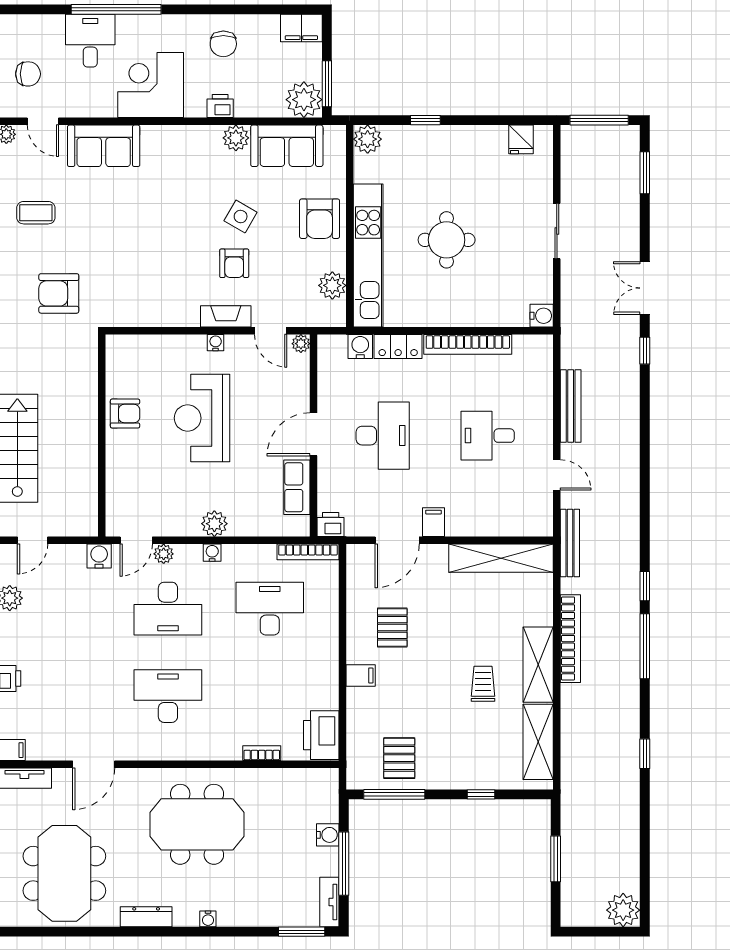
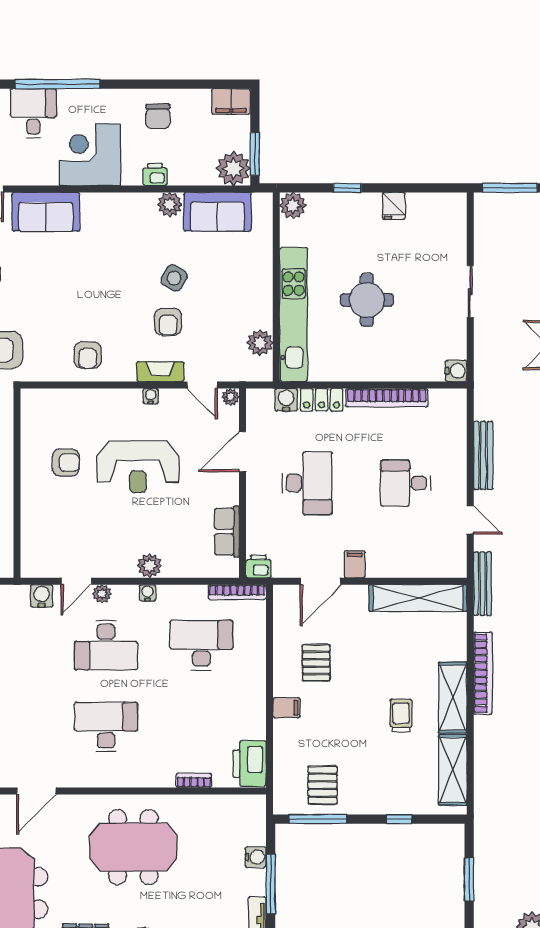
fridge: (521, 139) -> (394, 206), moved
armchair: (320, 219) -> (88, 355), moved, width x0.72, depth x0.72
reception desk: (202, 418) -> (138, 467), turned -90
door: (314, 434) -> (242, 452), moved
wall: (102, 436) -> (17, 483), moved

